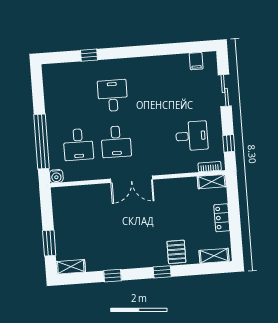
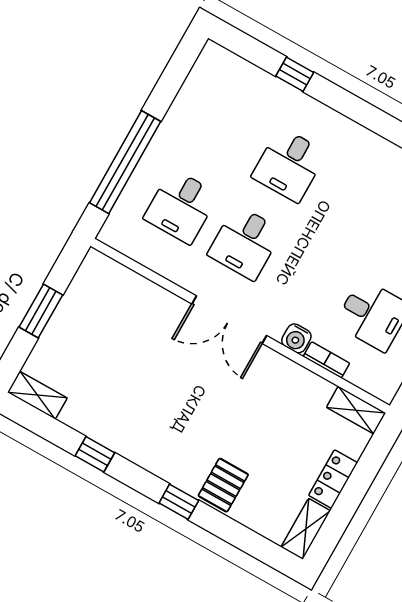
desk: (113, 96) -> (289, 165), turned 180
bookcase: (210, 167) -> (326, 360), moved
water cooler: (56, 176) -> (296, 338), moved
window: (49, 243) -> (41, 311), moved
shelving: (214, 256) -> (306, 529), moved, turned 90

